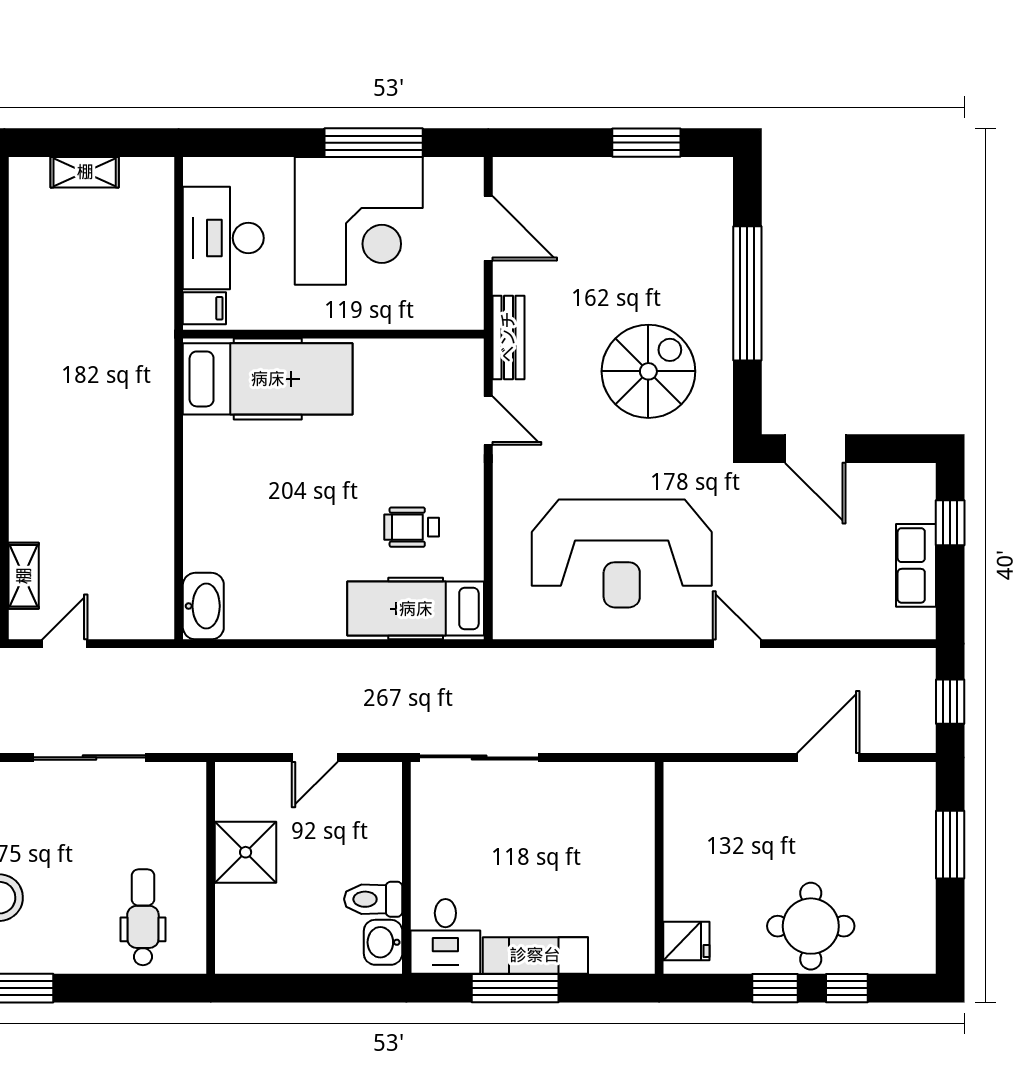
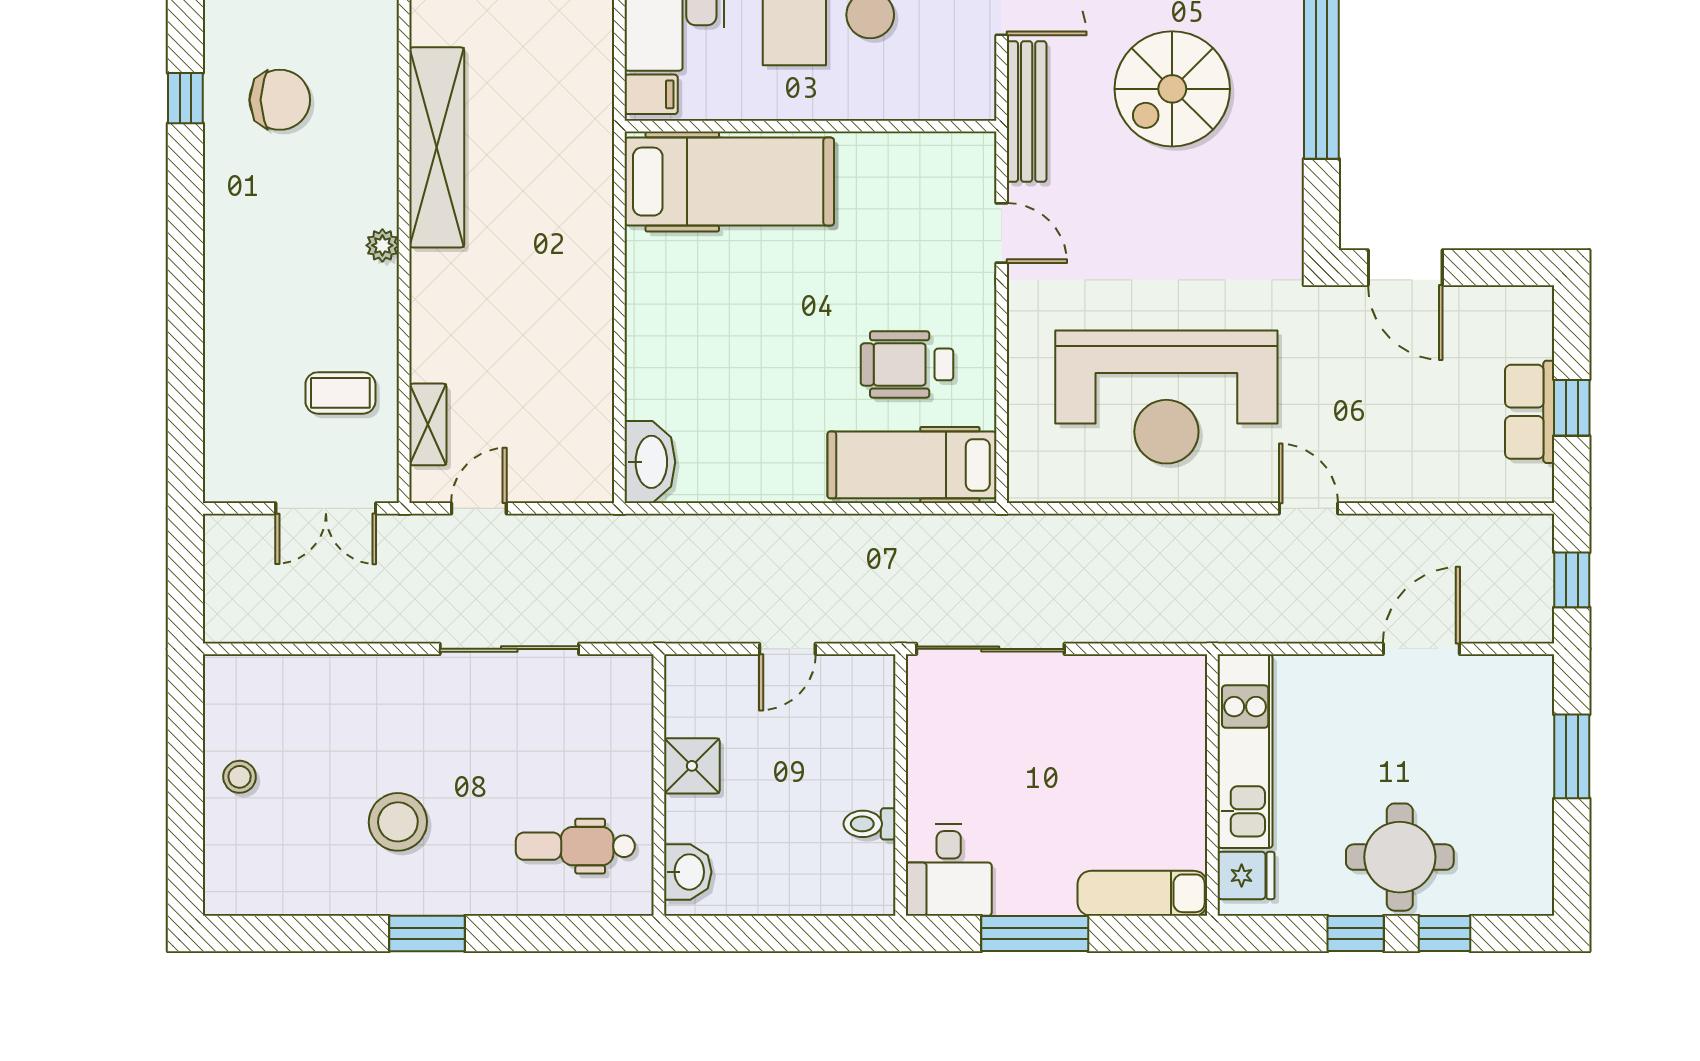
bench: (508, 337) -> (1027, 112), width x1.36
shelving: (31, 351) -> (437, 147), added
spiral stairs: (648, 371) -> (1172, 89), moved, turned 180
window: (950, 523) -> (1572, 408), moved
wheelchair: (412, 527) -> (907, 364), width x1.36, depth x1.37
kitchen unit: (685, 840) -> (1245, 751), added
shower: (246, 852) -> (692, 766), width x0.73, depth x0.73
toilet: (373, 899) -> (869, 824), width x0.73, depth x0.72
dental chair: (143, 917) -> (575, 846), turned -90
washbasin: (383, 942) -> (688, 872), moved, turned 180
exam couch: (535, 955) -> (1142, 893), moved

